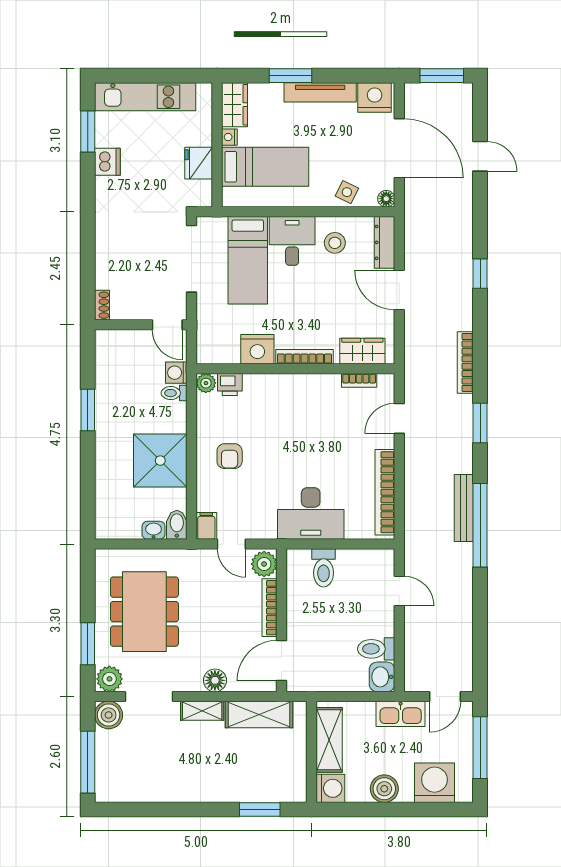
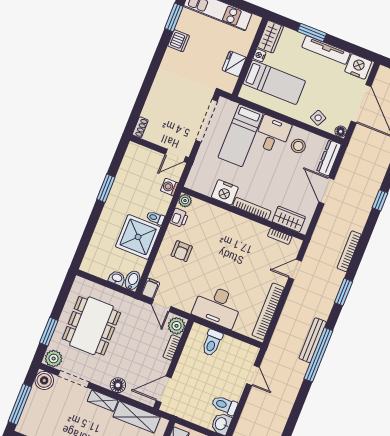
door: (167, 325) -> (175, 155), hinge flipped
printer: (230, 384) -> (179, 218), moved, turned -90
toilet: (174, 393) -> (155, 218), moved
bookcase: (270, 608) -> (172, 348), width x0.64

